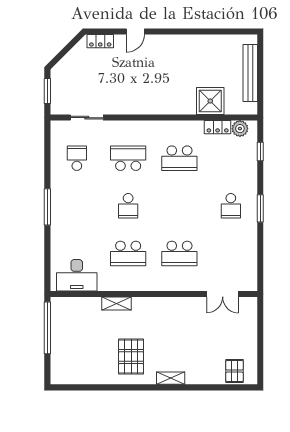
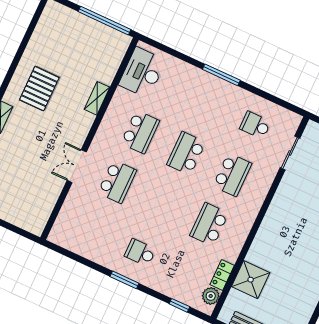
school desk: (77, 158) -> (255, 125), turned 180
school desk: (128, 206) -> (186, 153), width x1.85
school desk: (128, 253) -> (140, 132), turned 180
school desk: (179, 253) -> (117, 182), turned 180
double door: (223, 294) -> (77, 166), moved
pallet: (131, 357) -> (39, 89), turned 90

